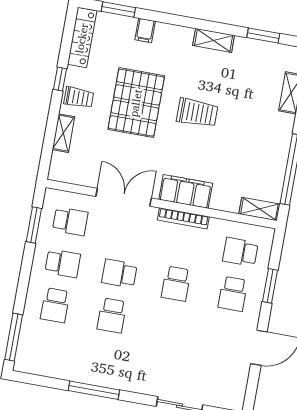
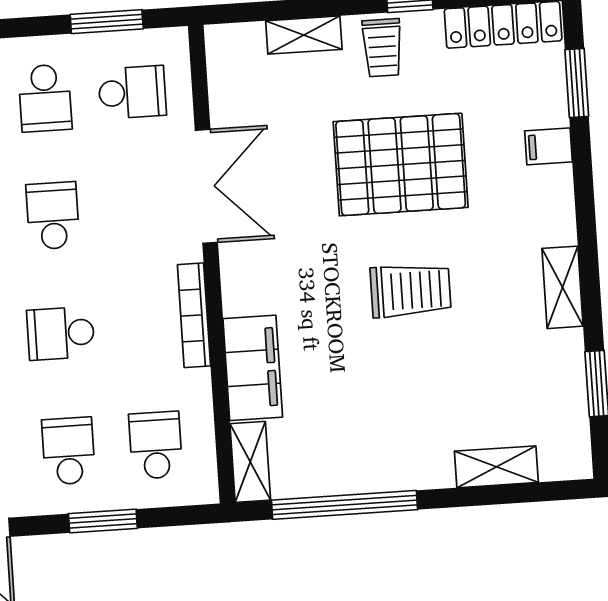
trolley: (197, 113) -> (411, 290), turned -90
filing cabinet: (186, 191) -> (253, 368), moved
school desk: (70, 221) -> (132, 92), turned -90
school desk: (233, 294) -> (68, 451), turned 90

